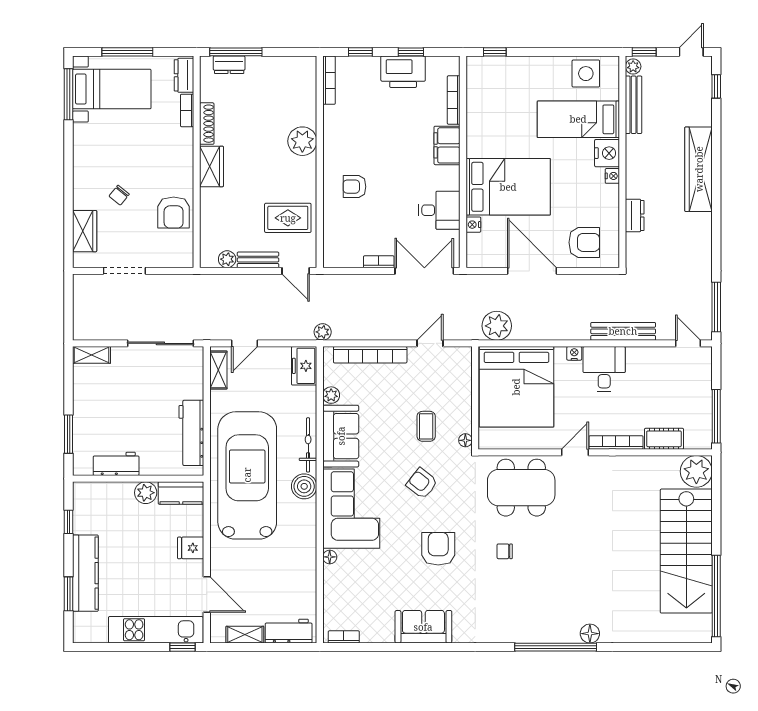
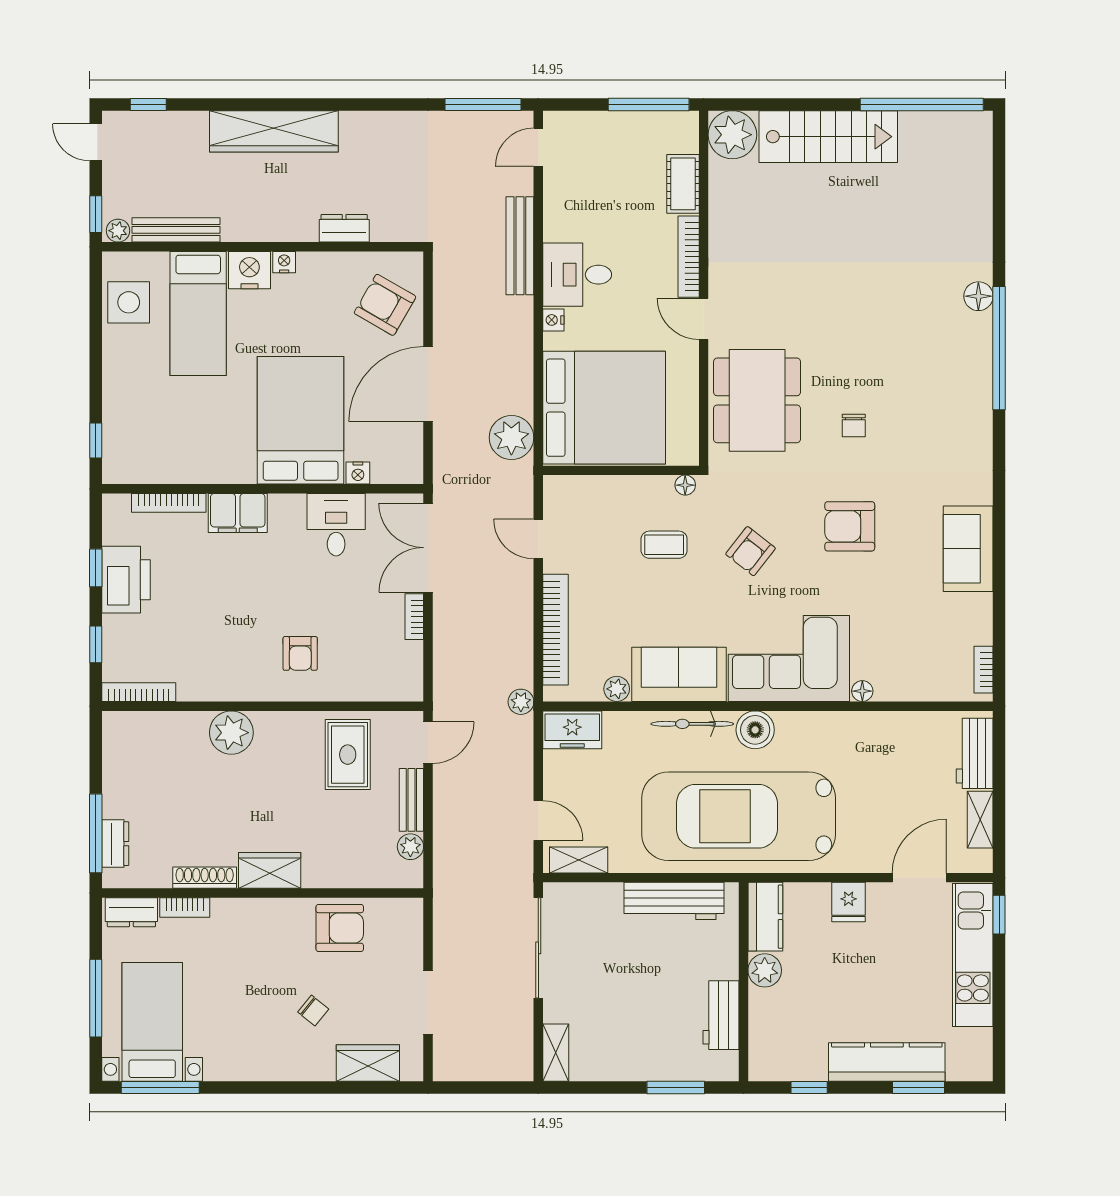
armchair: (584, 242) -> (385, 305), turned -60
stairs: (686, 551) -> (828, 137), width x0.73, depth x0.66

